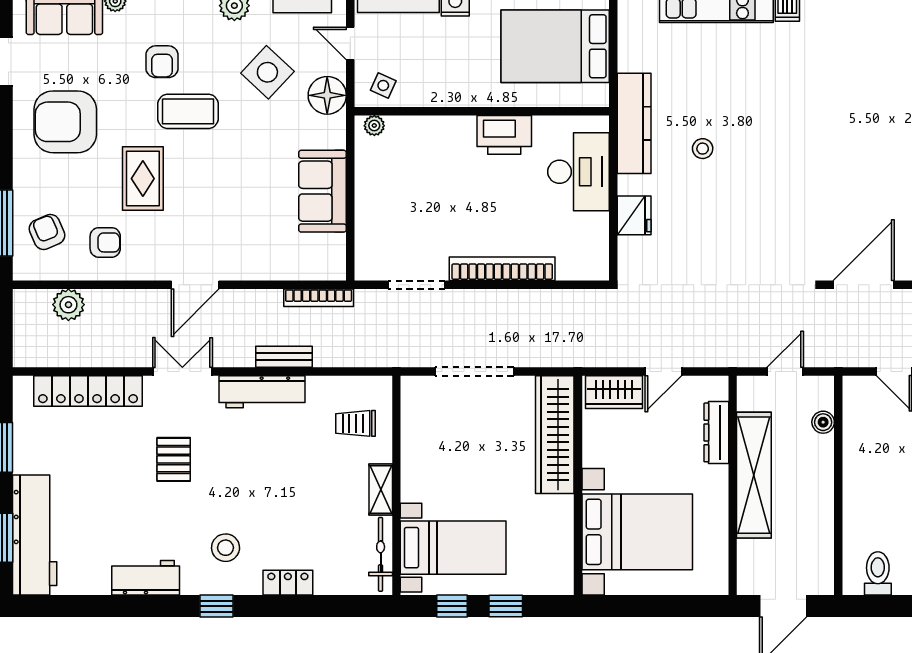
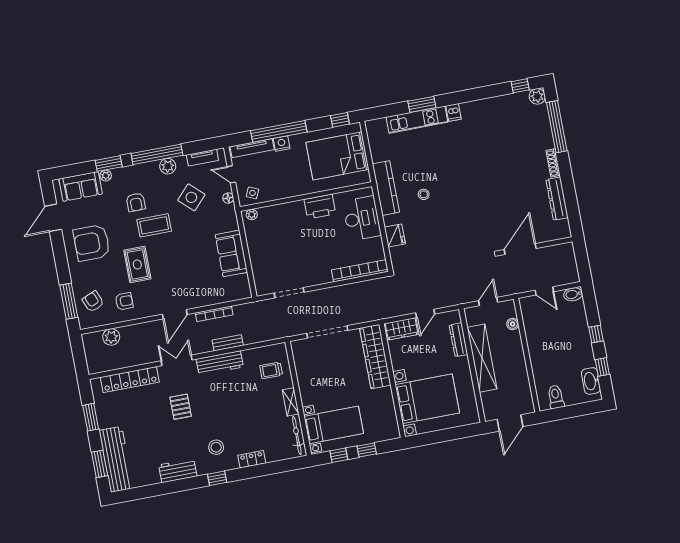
floor lamp: (327, 95) -> (228, 198), width x0.53, depth x0.53
bookcase: (502, 269) -> (360, 271), moved
bookcase: (319, 298) -> (214, 314), moved

